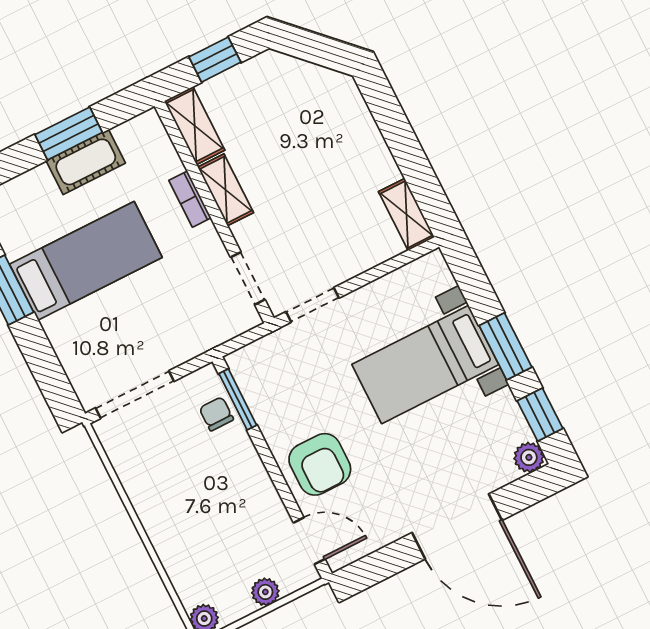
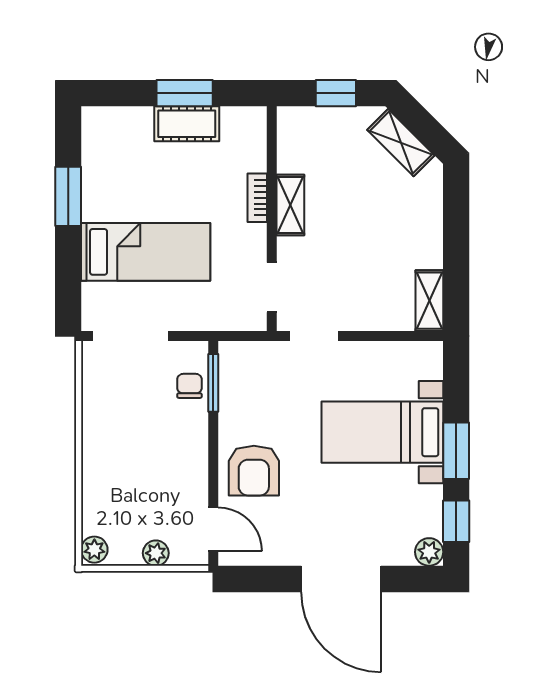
shelving: (195, 126) -> (401, 143), moved, turned -45
bed: (86, 261) -> (146, 252), moved

